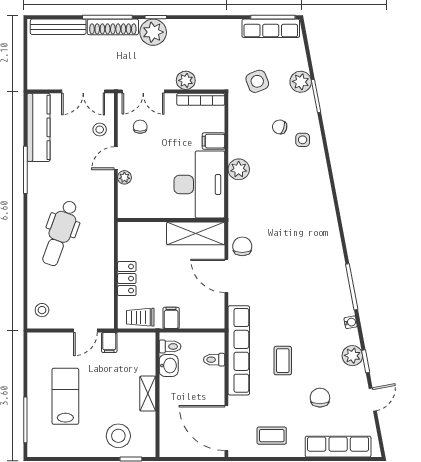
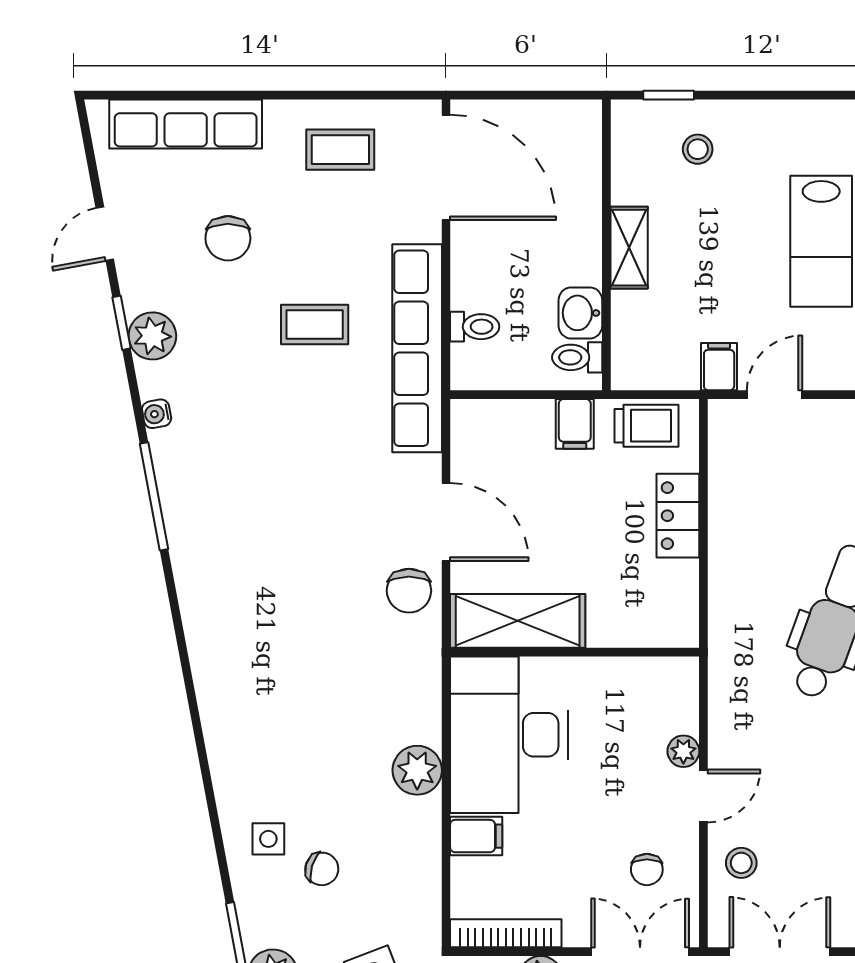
coffee table: (283, 361) -> (315, 324), turned 90
stool: (118, 436) -> (698, 149), width x0.53, depth x0.53

